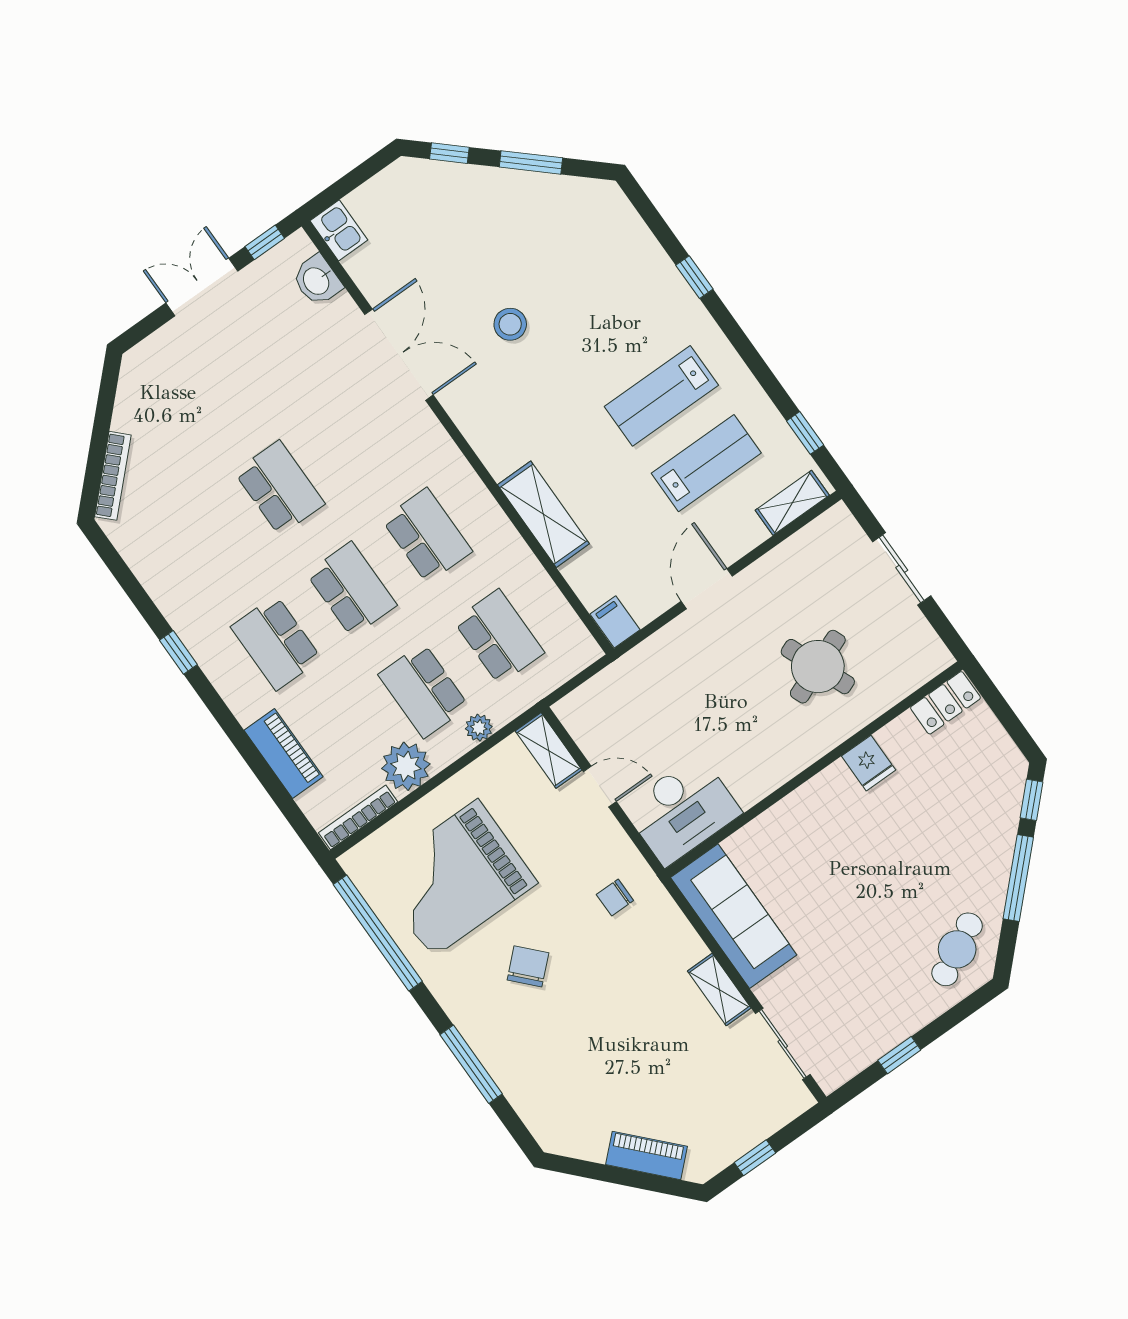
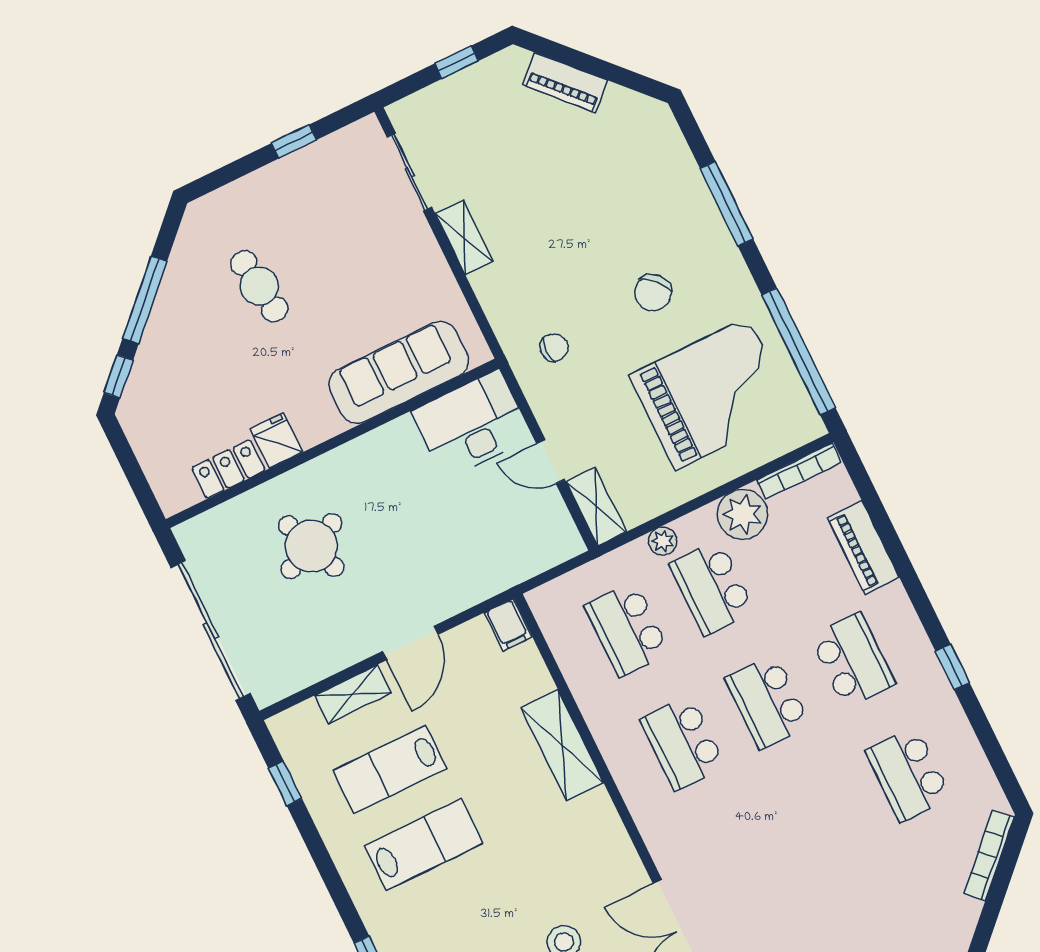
school desk: (280, 488) -> (908, 774), moved
shelving: (792, 503) -> (353, 694), moved
sliding door: (902, 569) -> (211, 630), width x1.86
school desk: (424, 690) -> (712, 588), turned 180
locker: (945, 703) -> (229, 469), moved
sofa: (734, 916) -> (399, 372), moved, turned 90
cafe table: (957, 949) -> (259, 286), moved, turned -70

